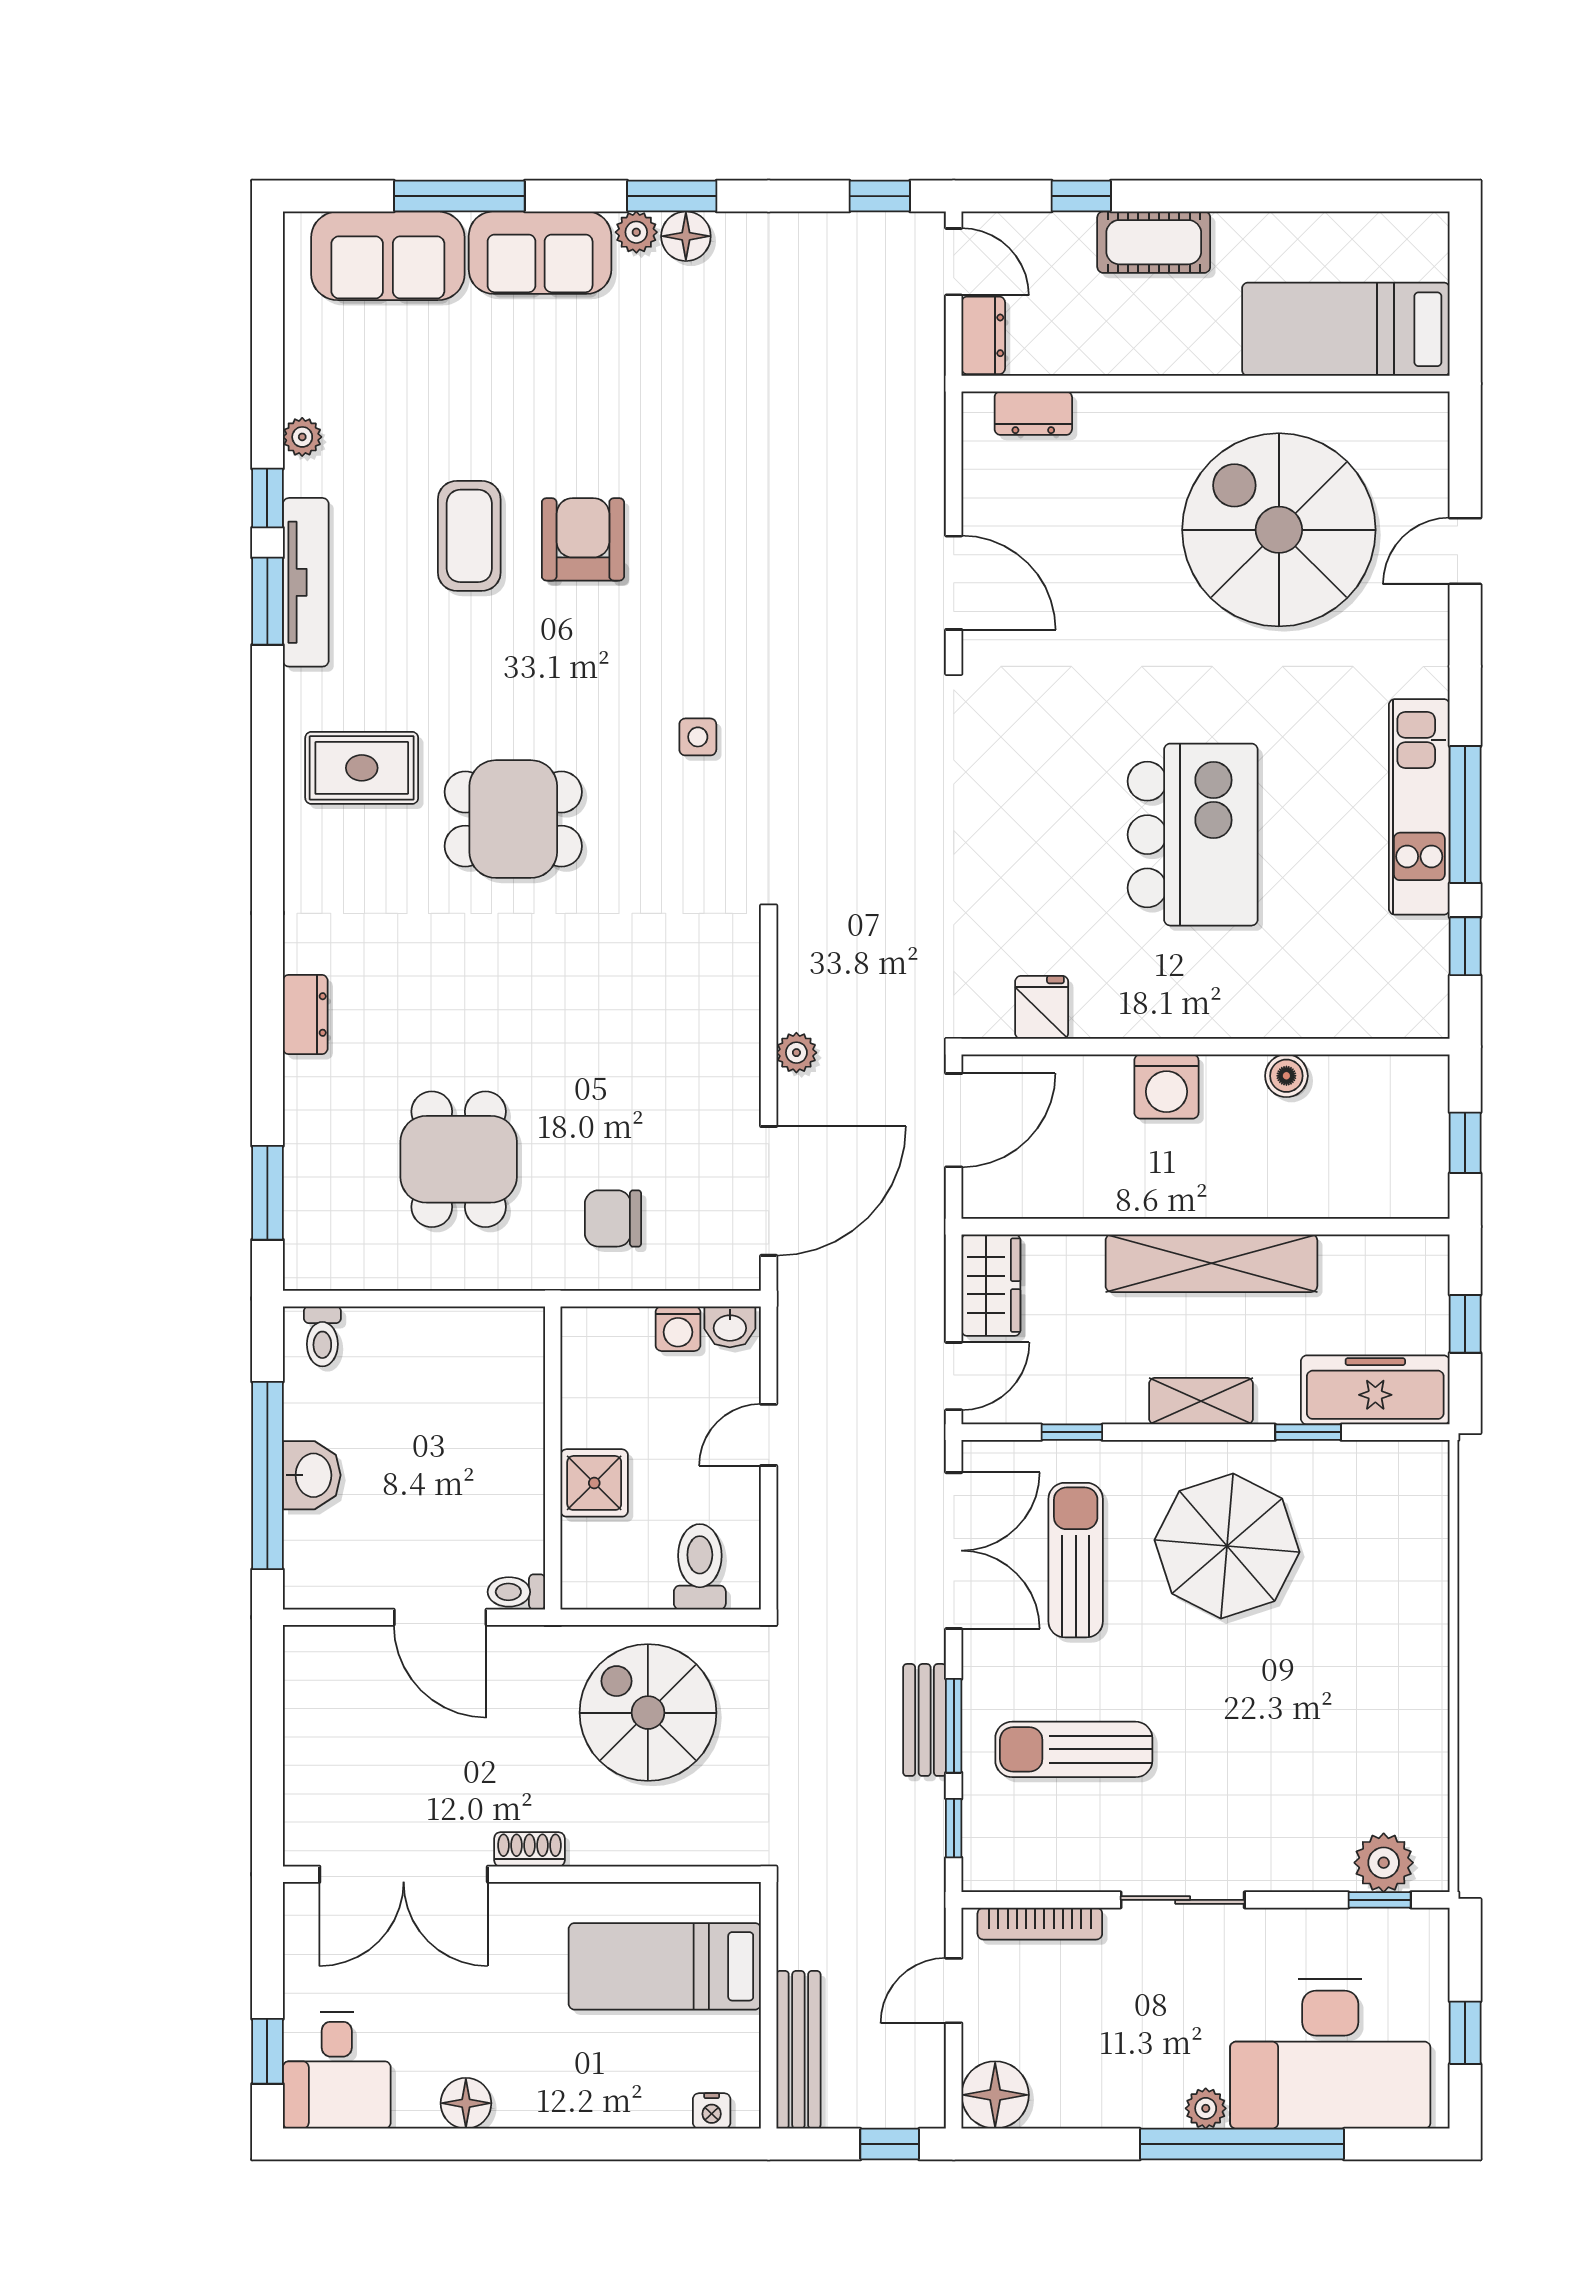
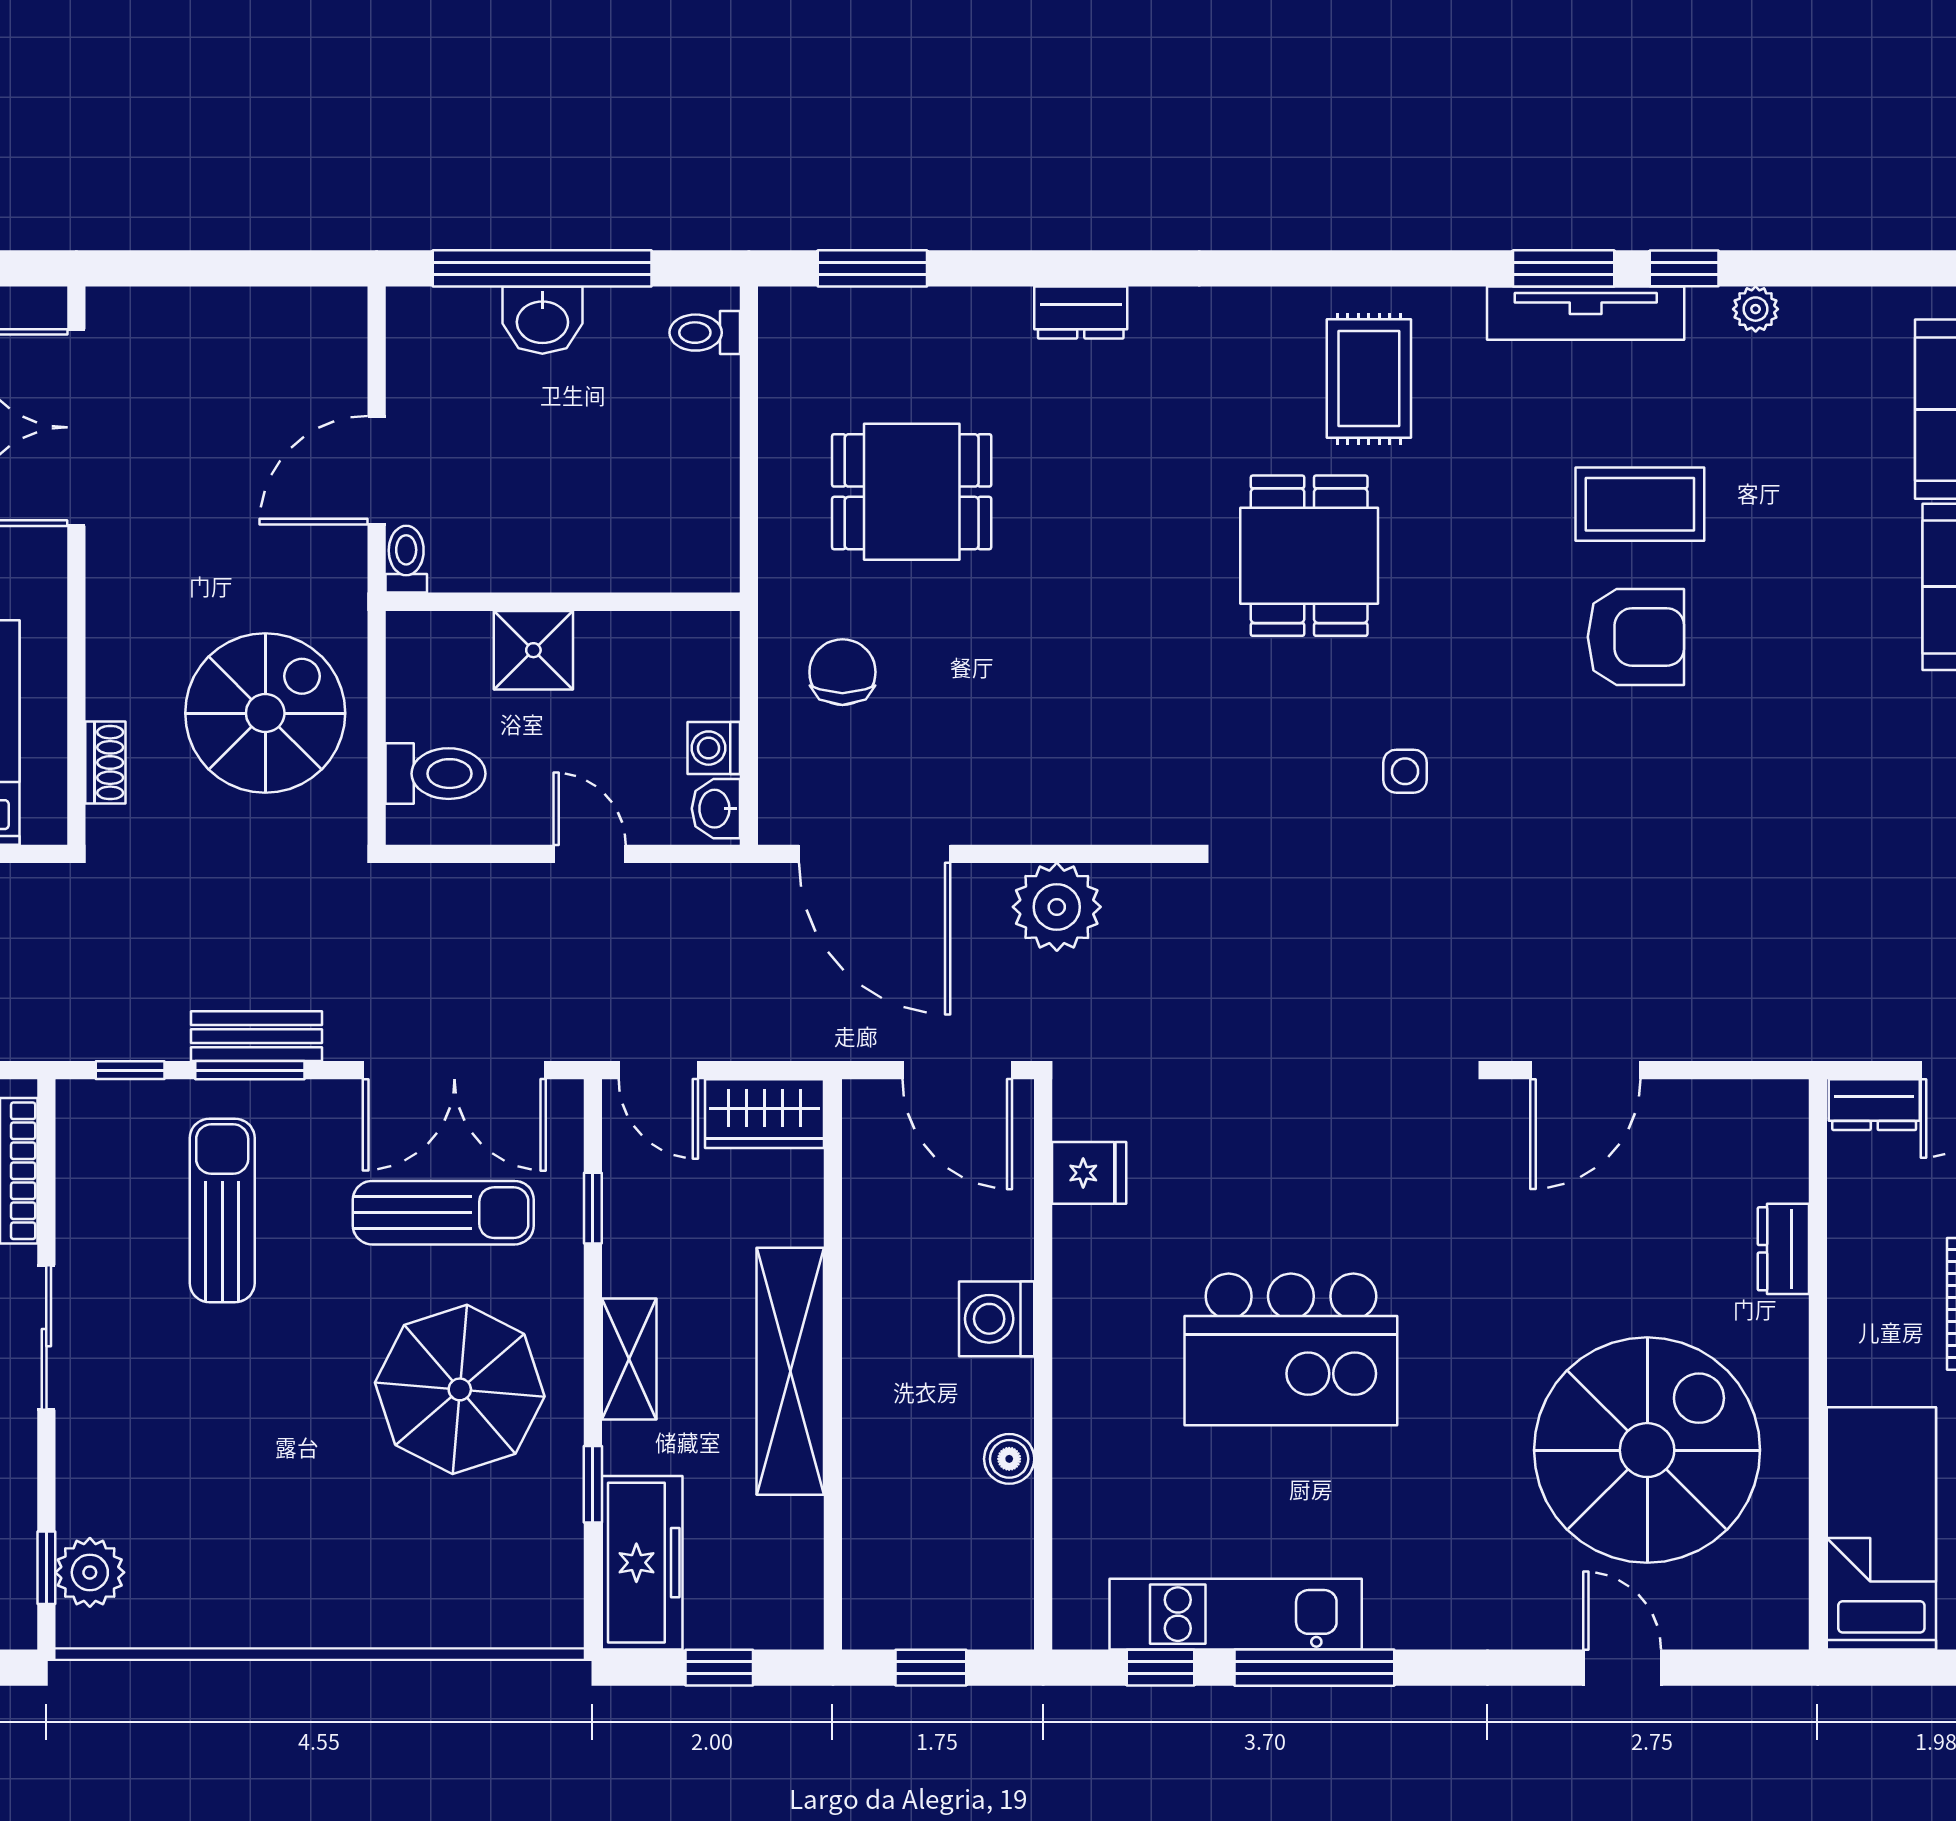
dresser: (1033, 413) -> (1783, 1249), moved
kitchen unit: (1419, 807) -> (1236, 1614), moved
plant: (796, 1053) -> (1057, 907), width x1.88, depth x1.88
shoe rack: (529, 1849) -> (105, 763), moved

